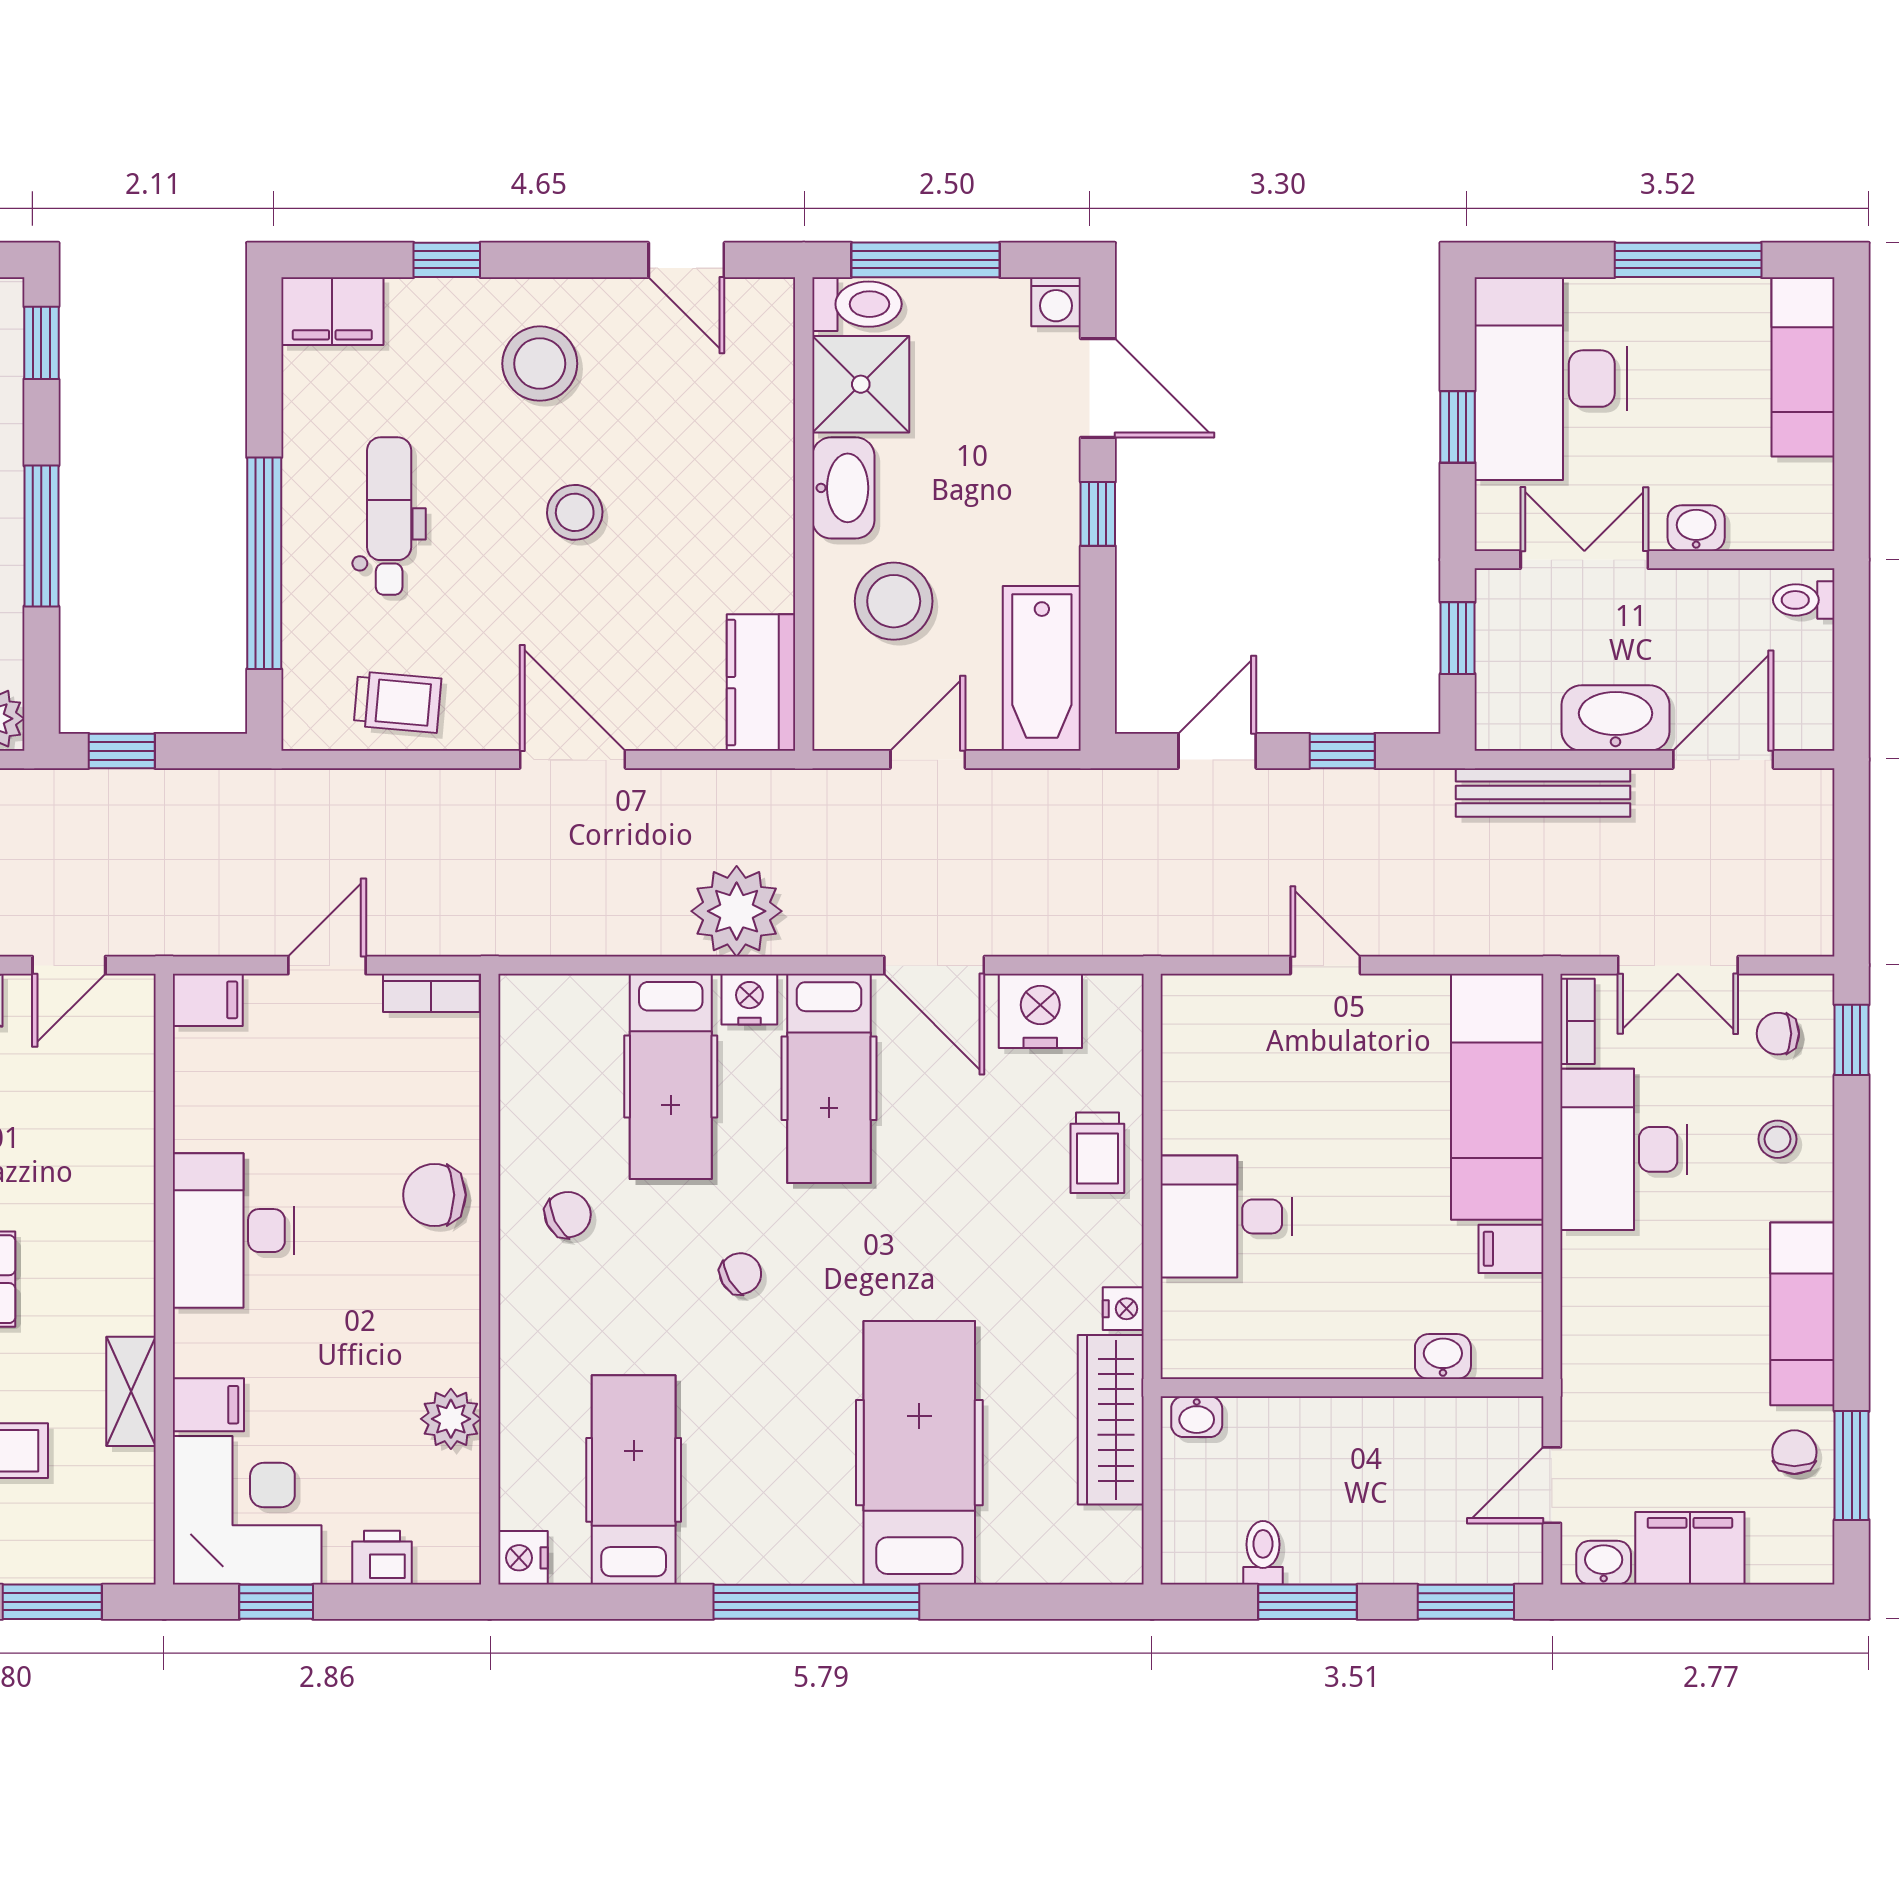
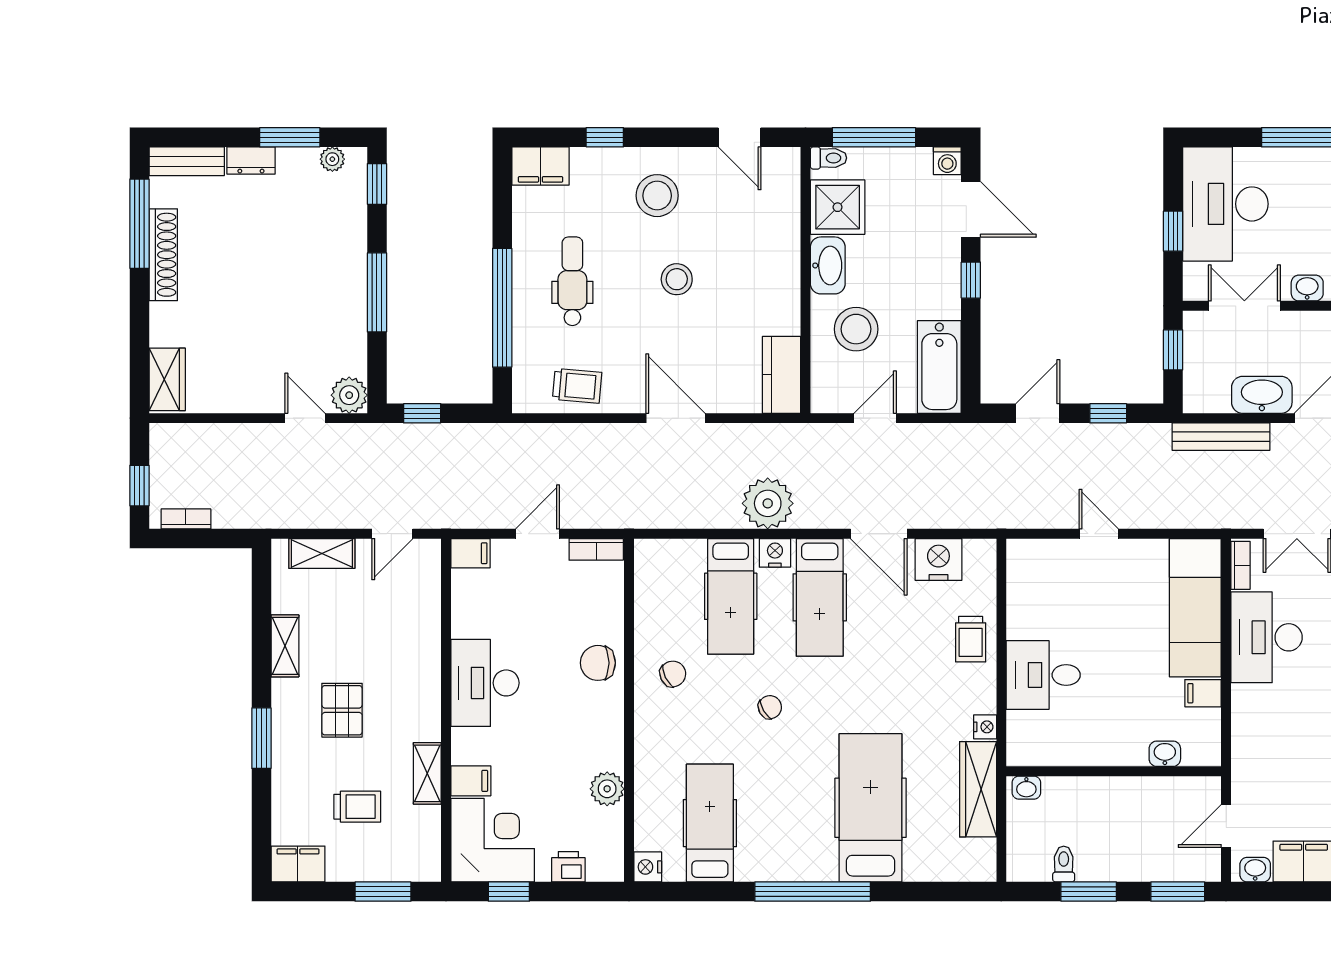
toilet: (857, 304) -> (828, 158), width x0.73, depth x0.72

